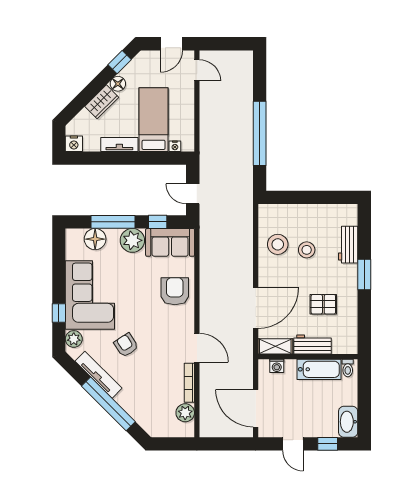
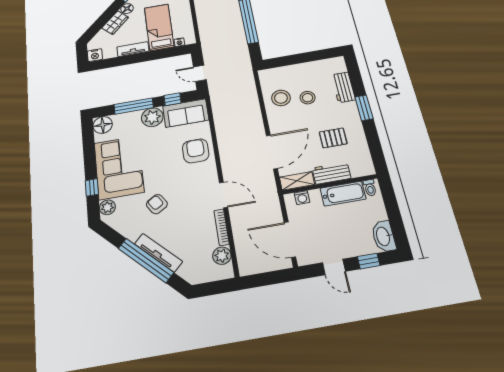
floor lamp: (95, 239) -> (103, 125), moved
tv unit: (98, 375) -> (158, 253), moved

